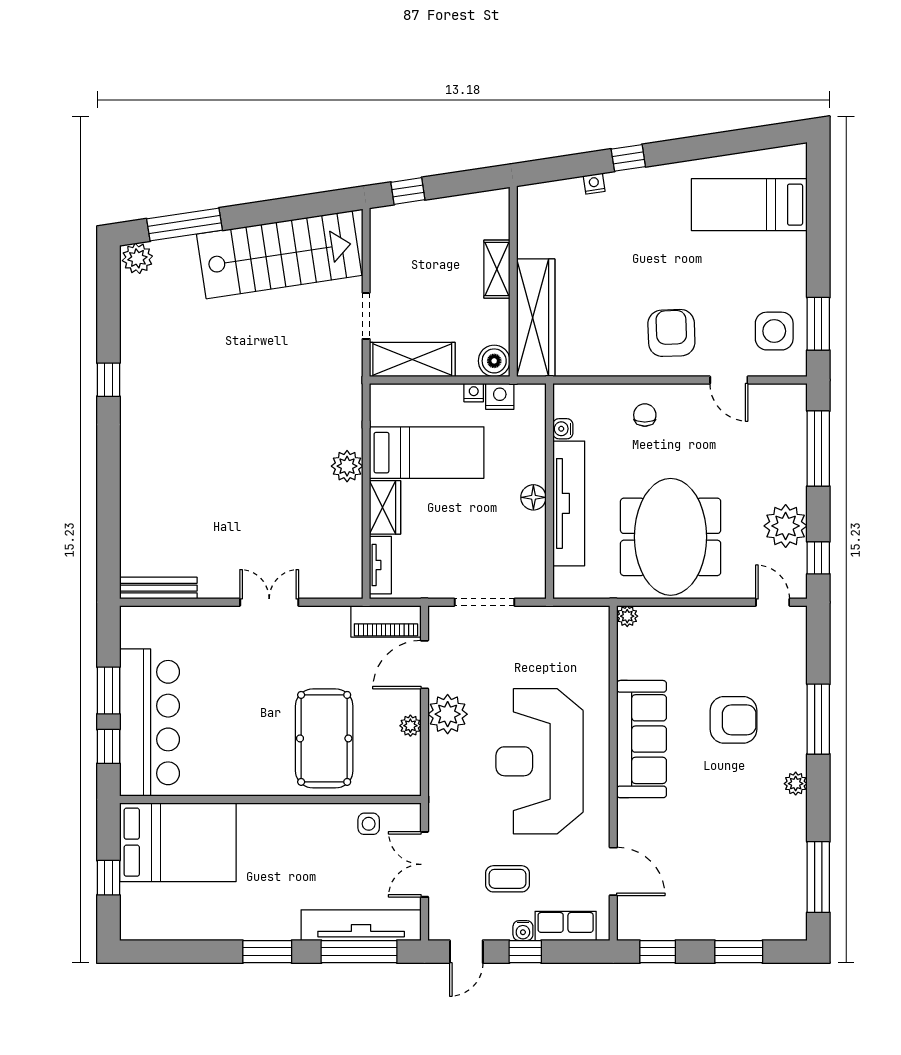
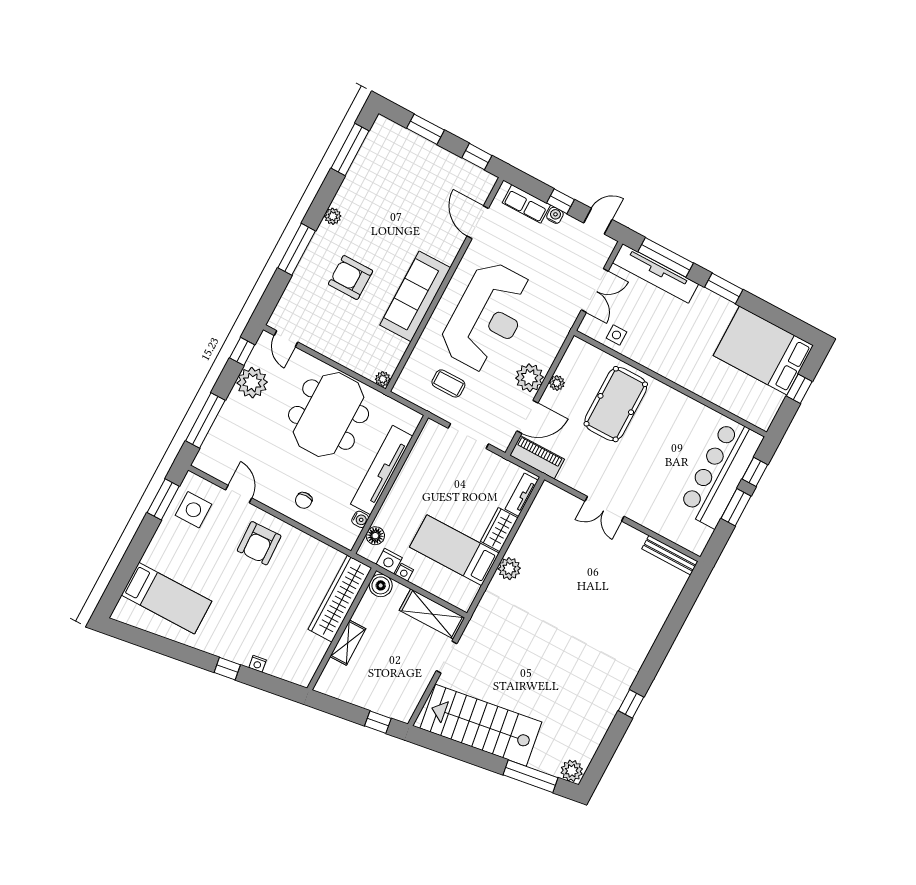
floor lamp: (533, 497) -> (375, 536), moved
bed: (178, 842) -> (763, 351), moved
coffee table: (508, 879) -> (448, 383), moved

